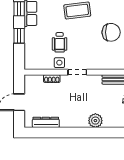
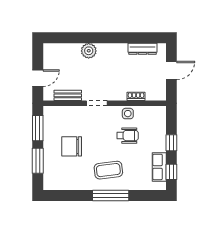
wheelchair: (60, 42) -> (128, 136), turned 90
doorway: (77, 72) -> (97, 103), moved

